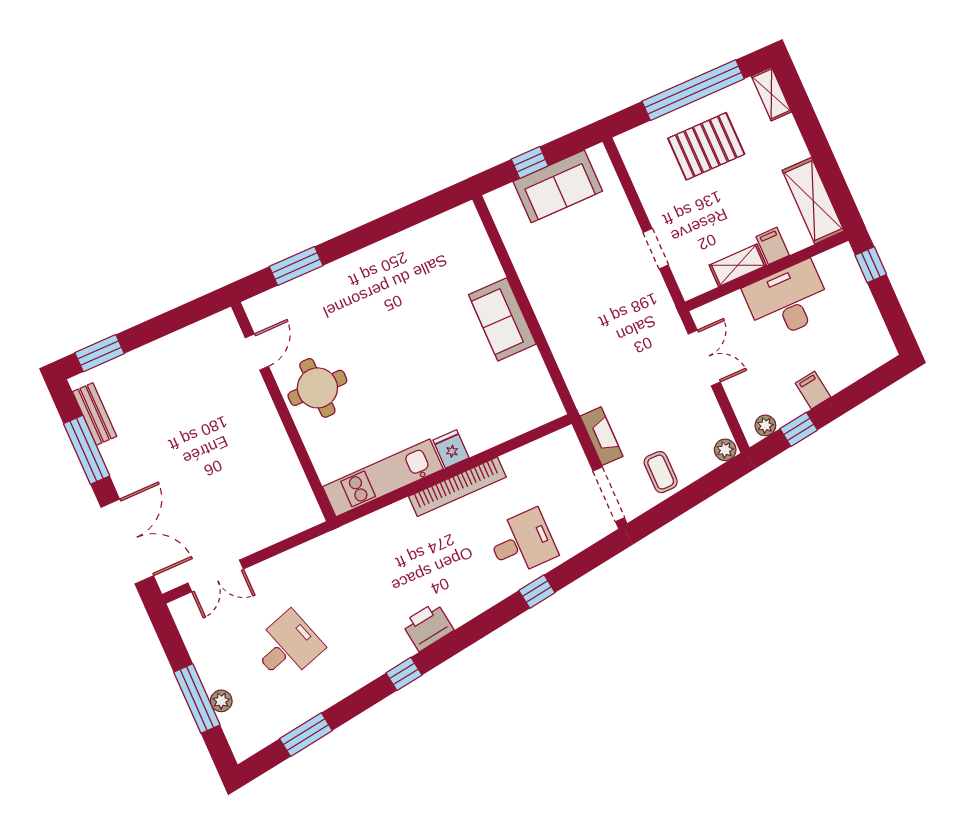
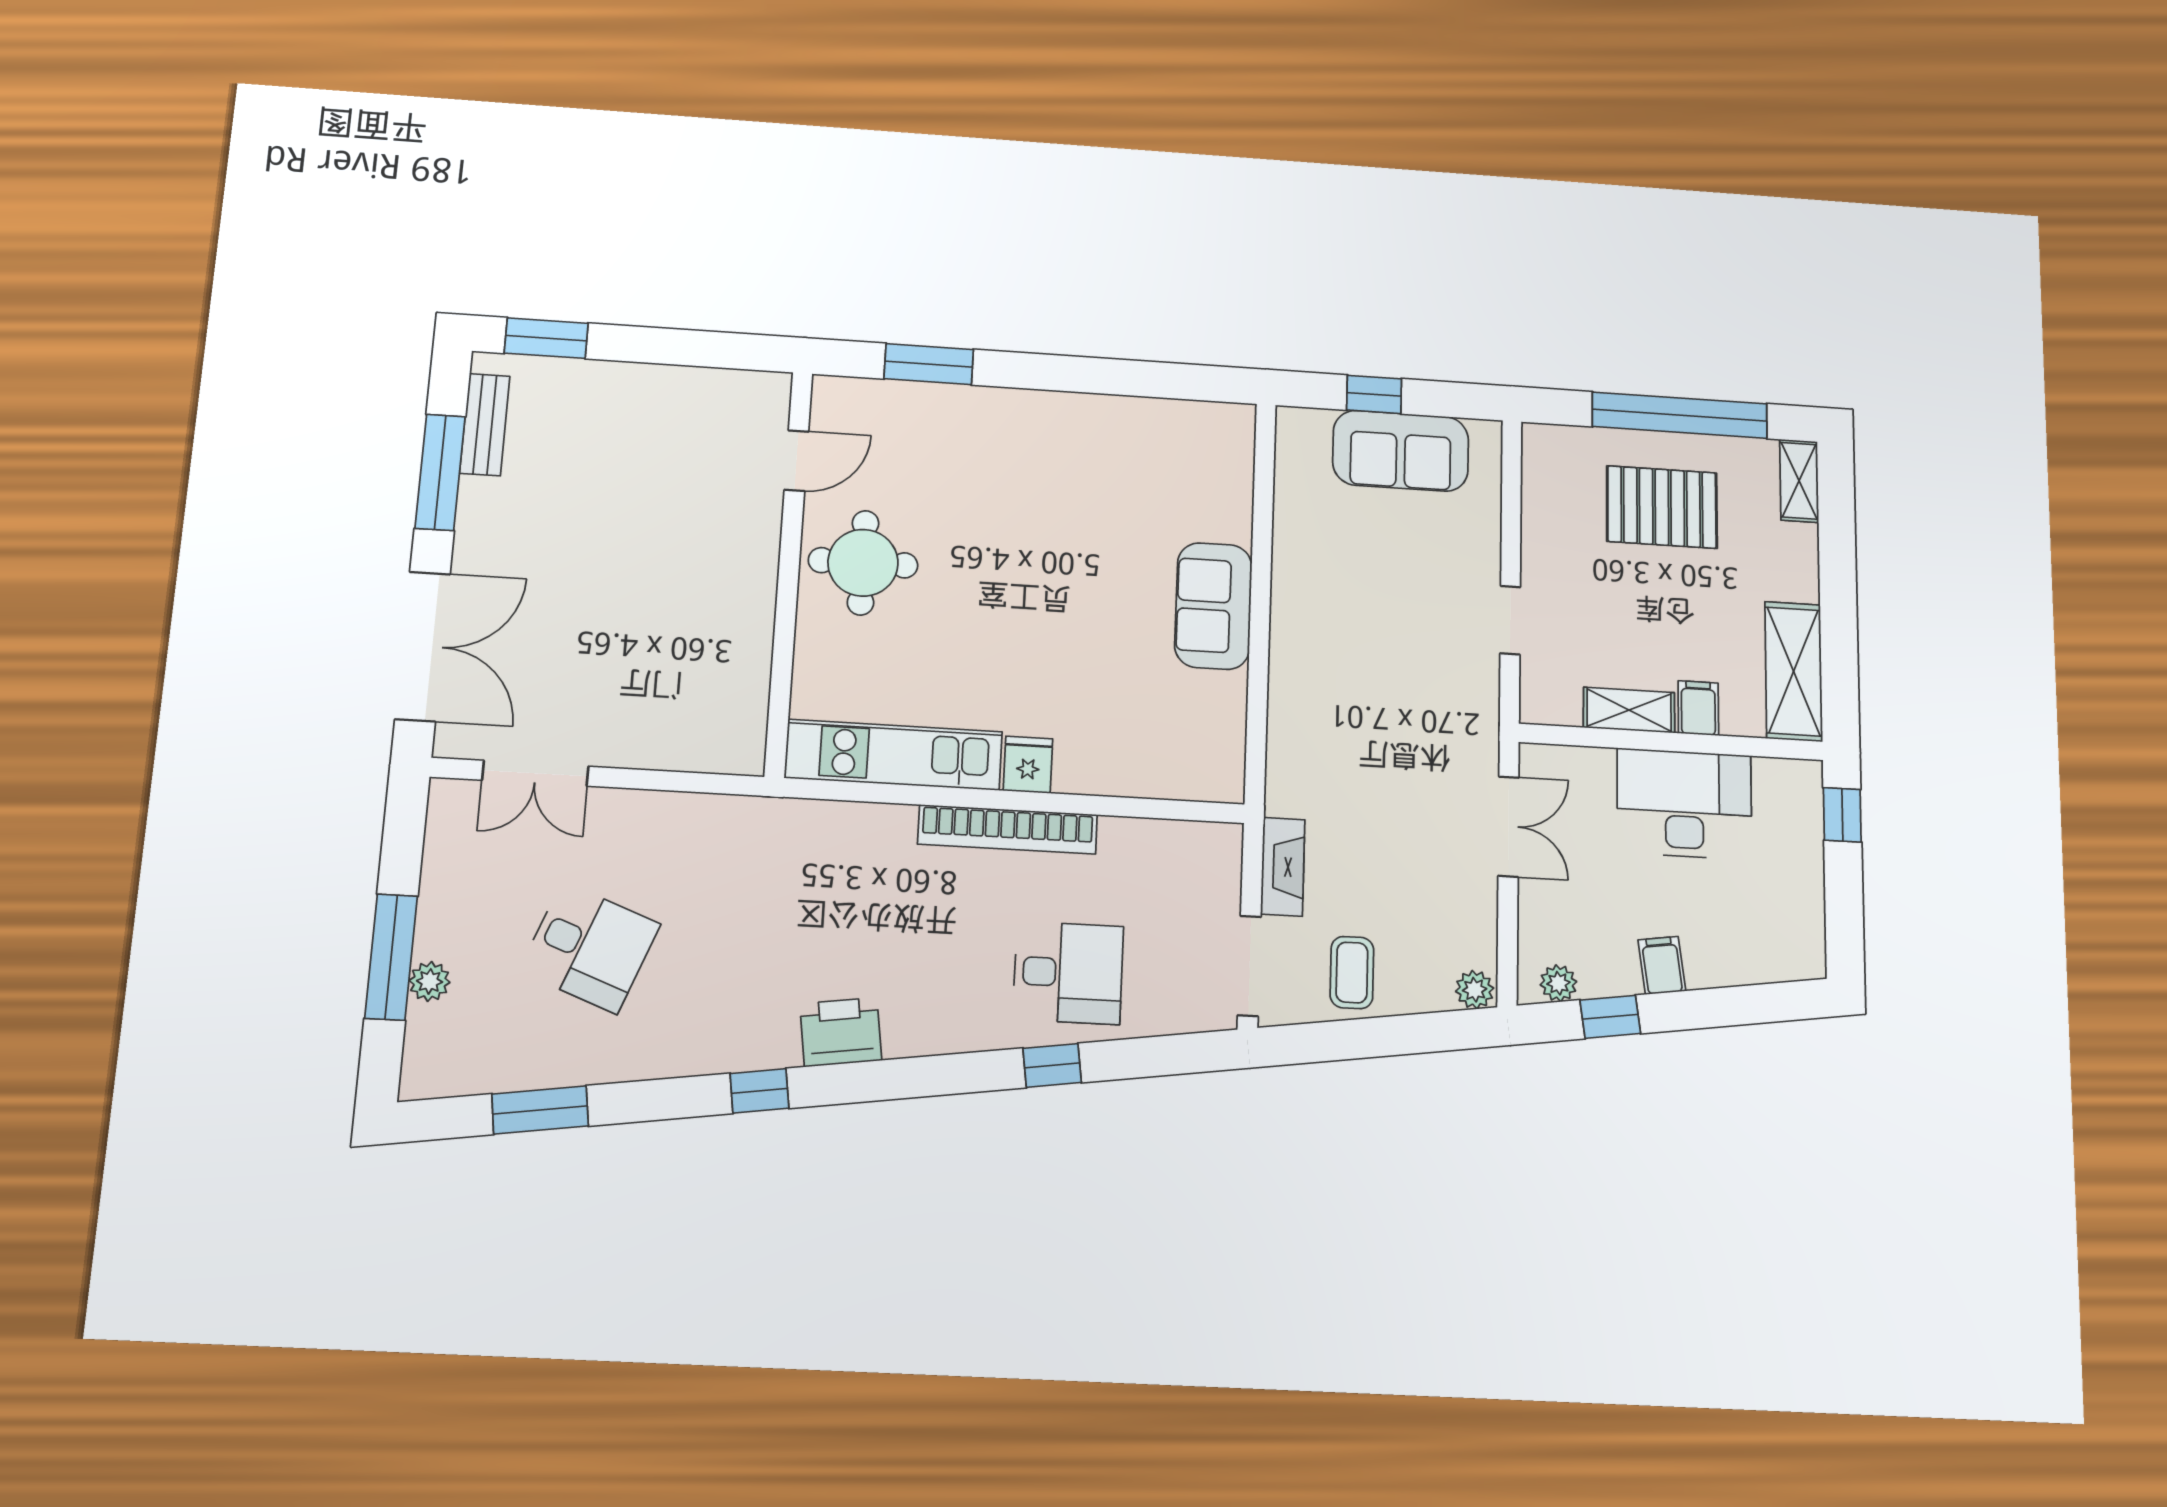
desk: (287, 647) -> (590, 947), turned 39

